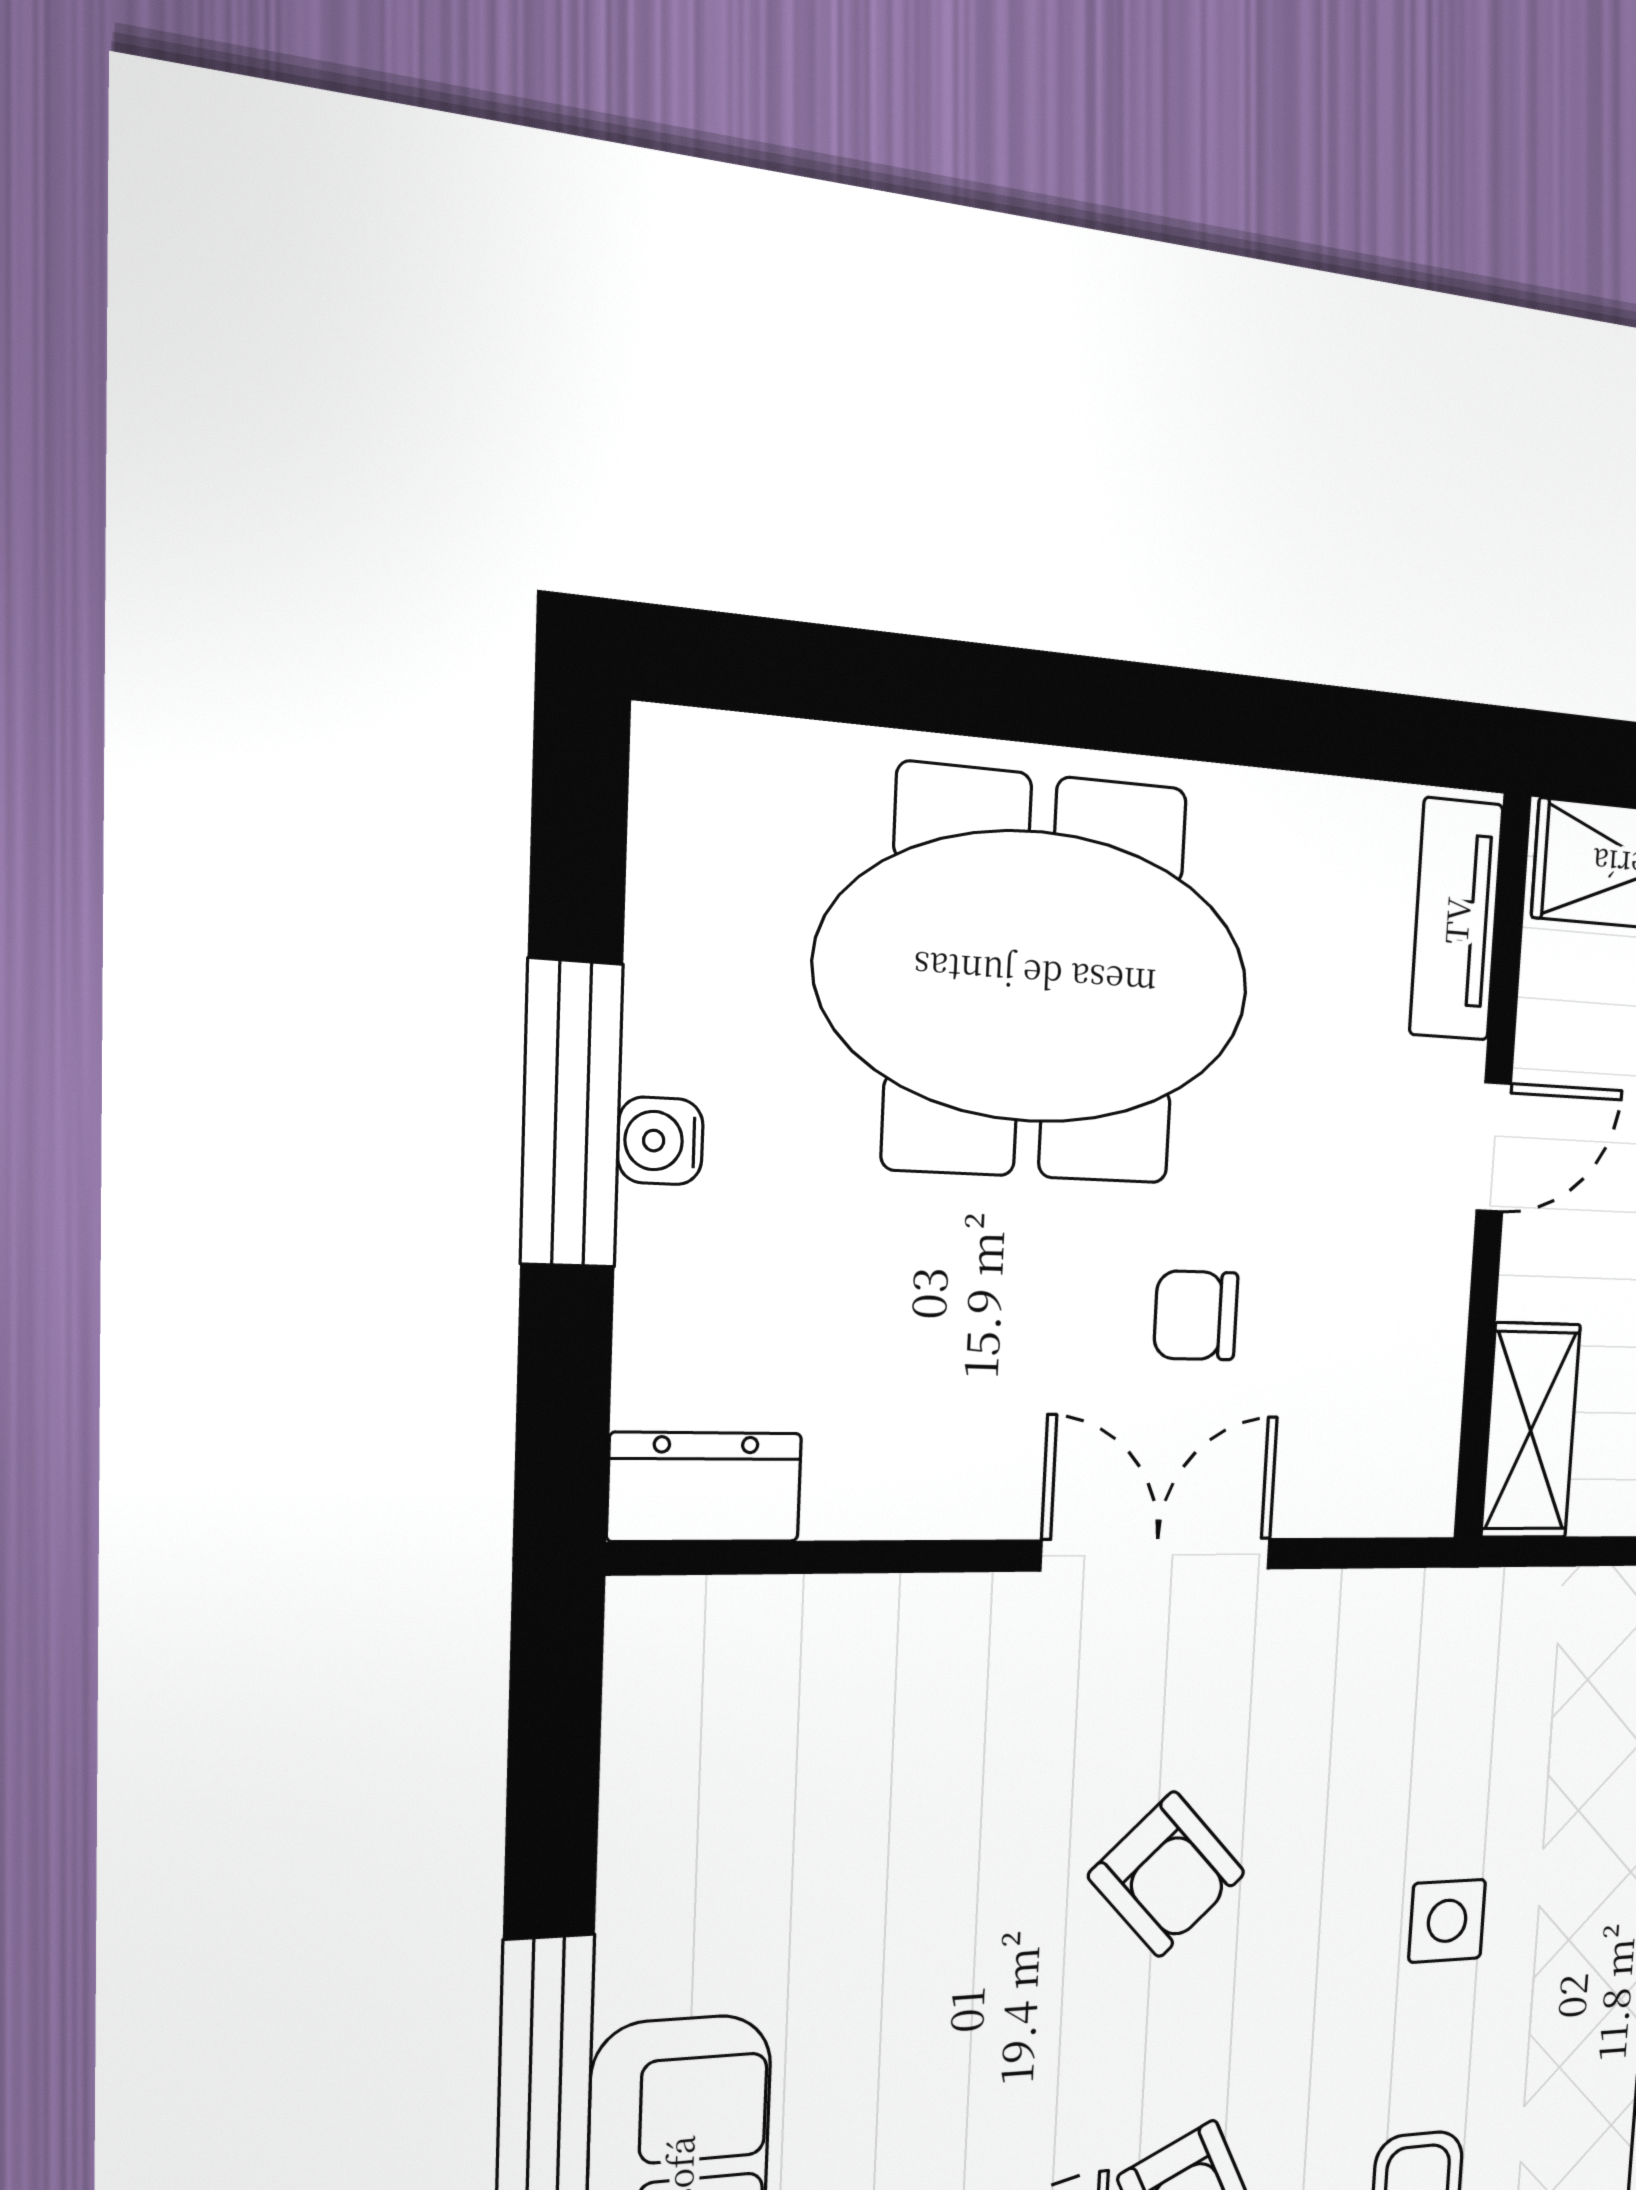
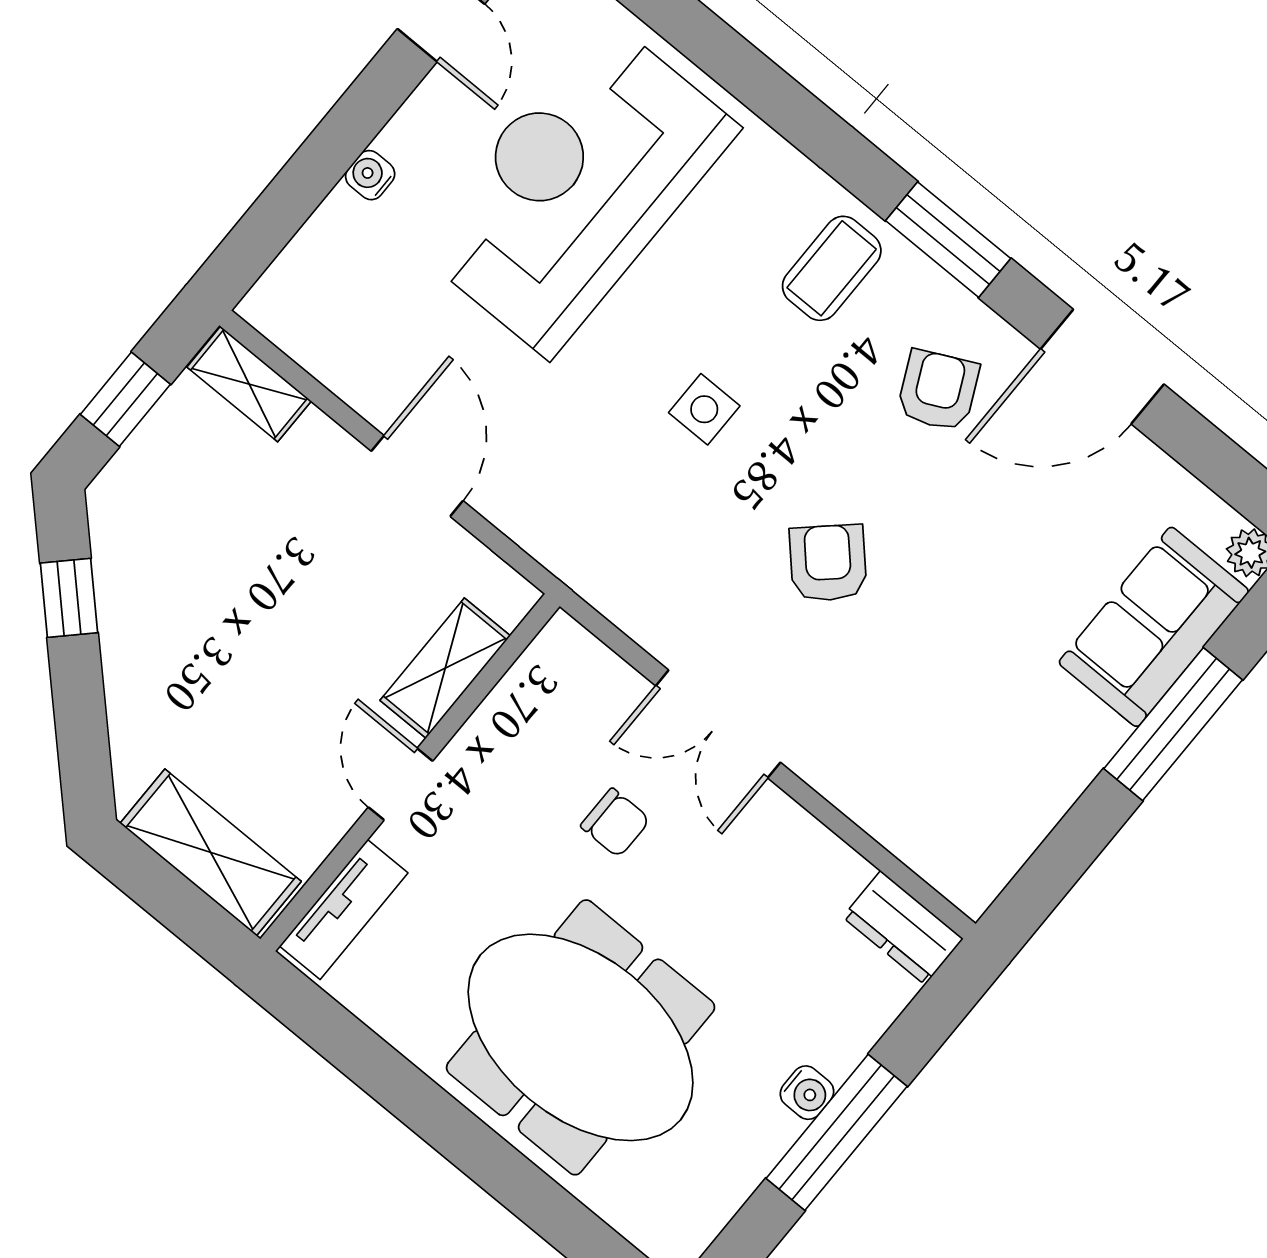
door: (1494, 1147) -> (401, 784), hinge flipped
shelving: (1531, 1431) -> (445, 668), moved

